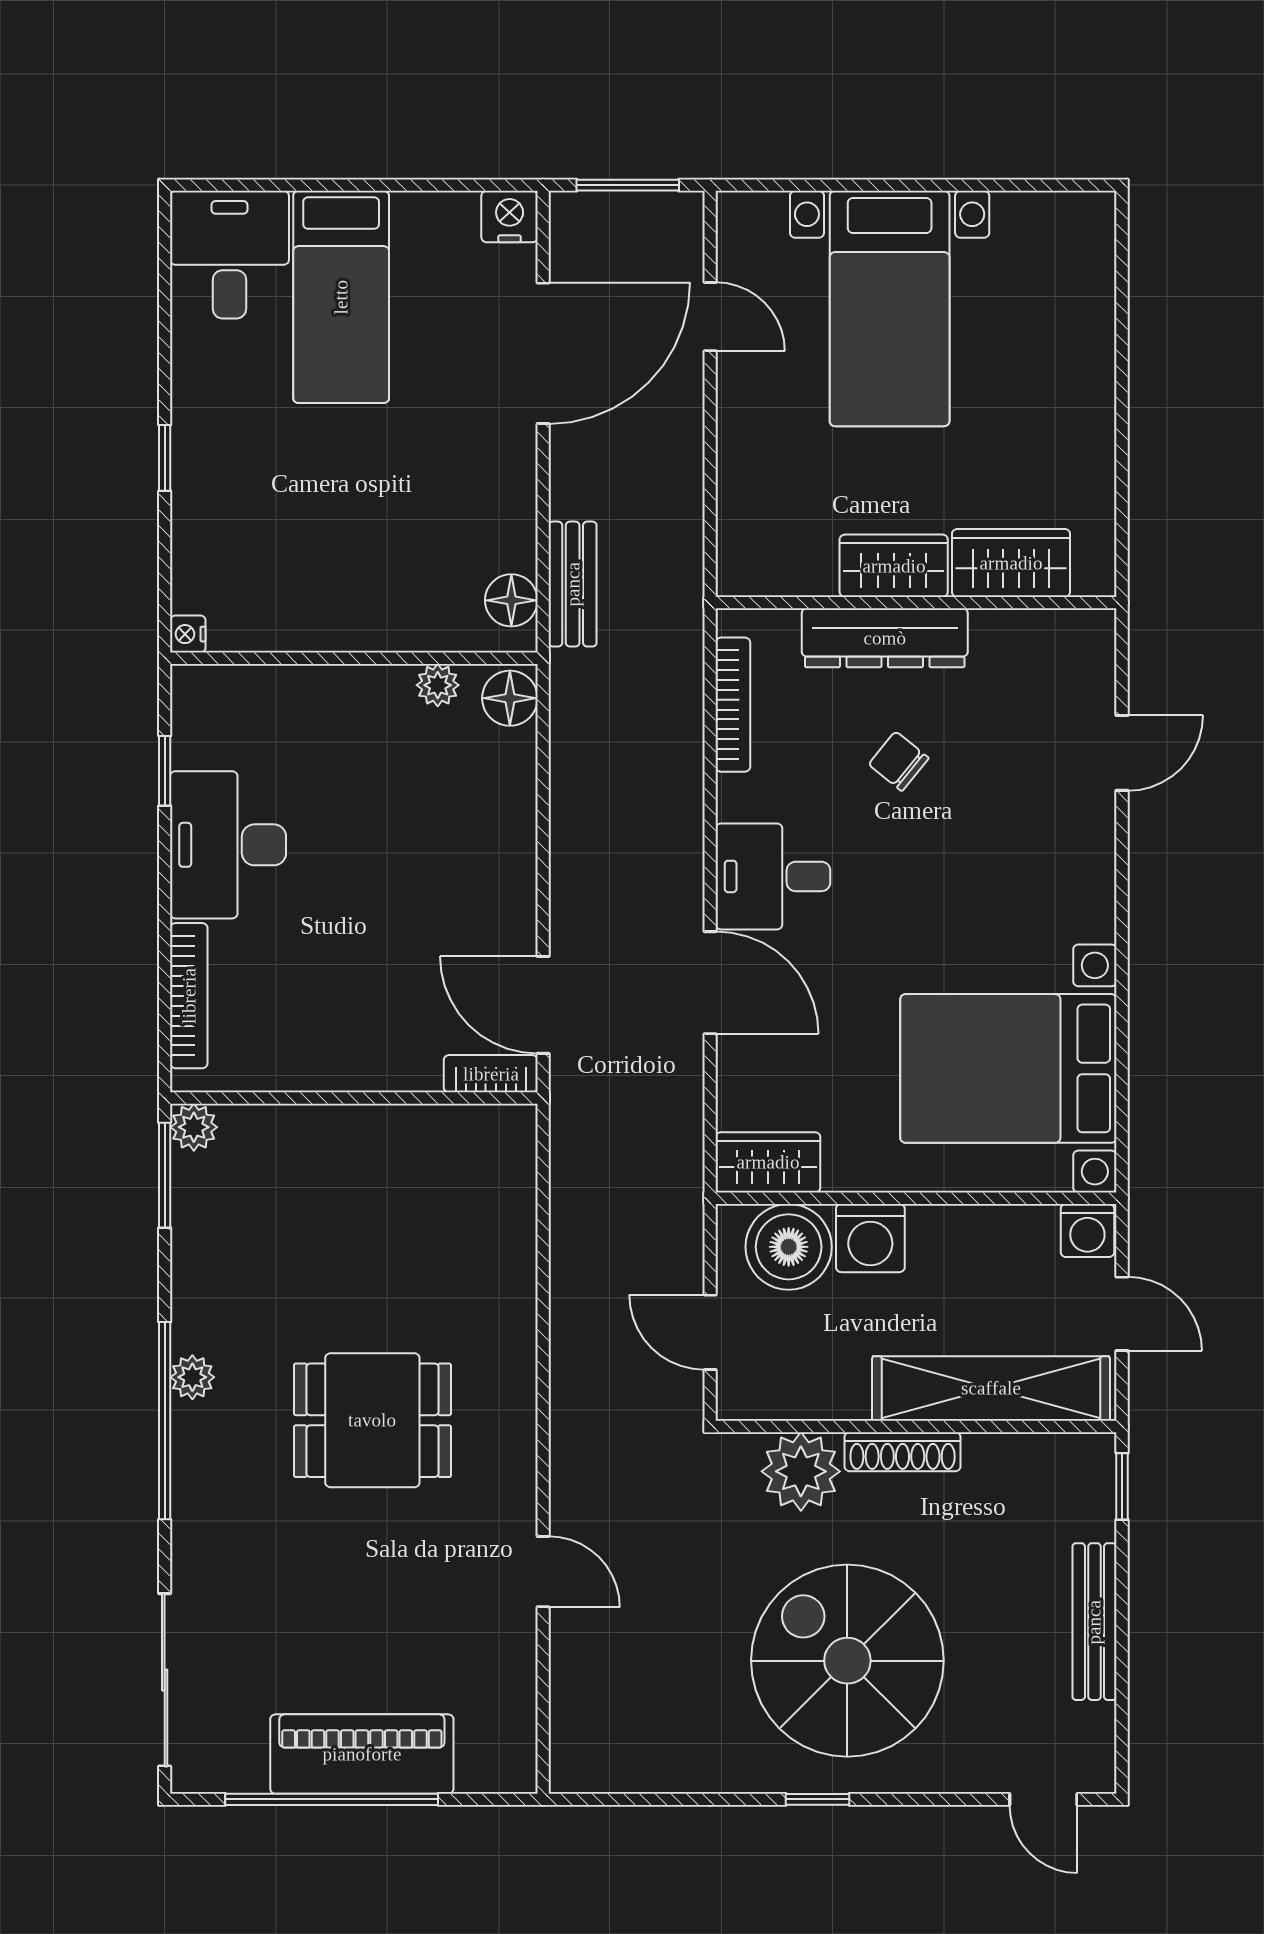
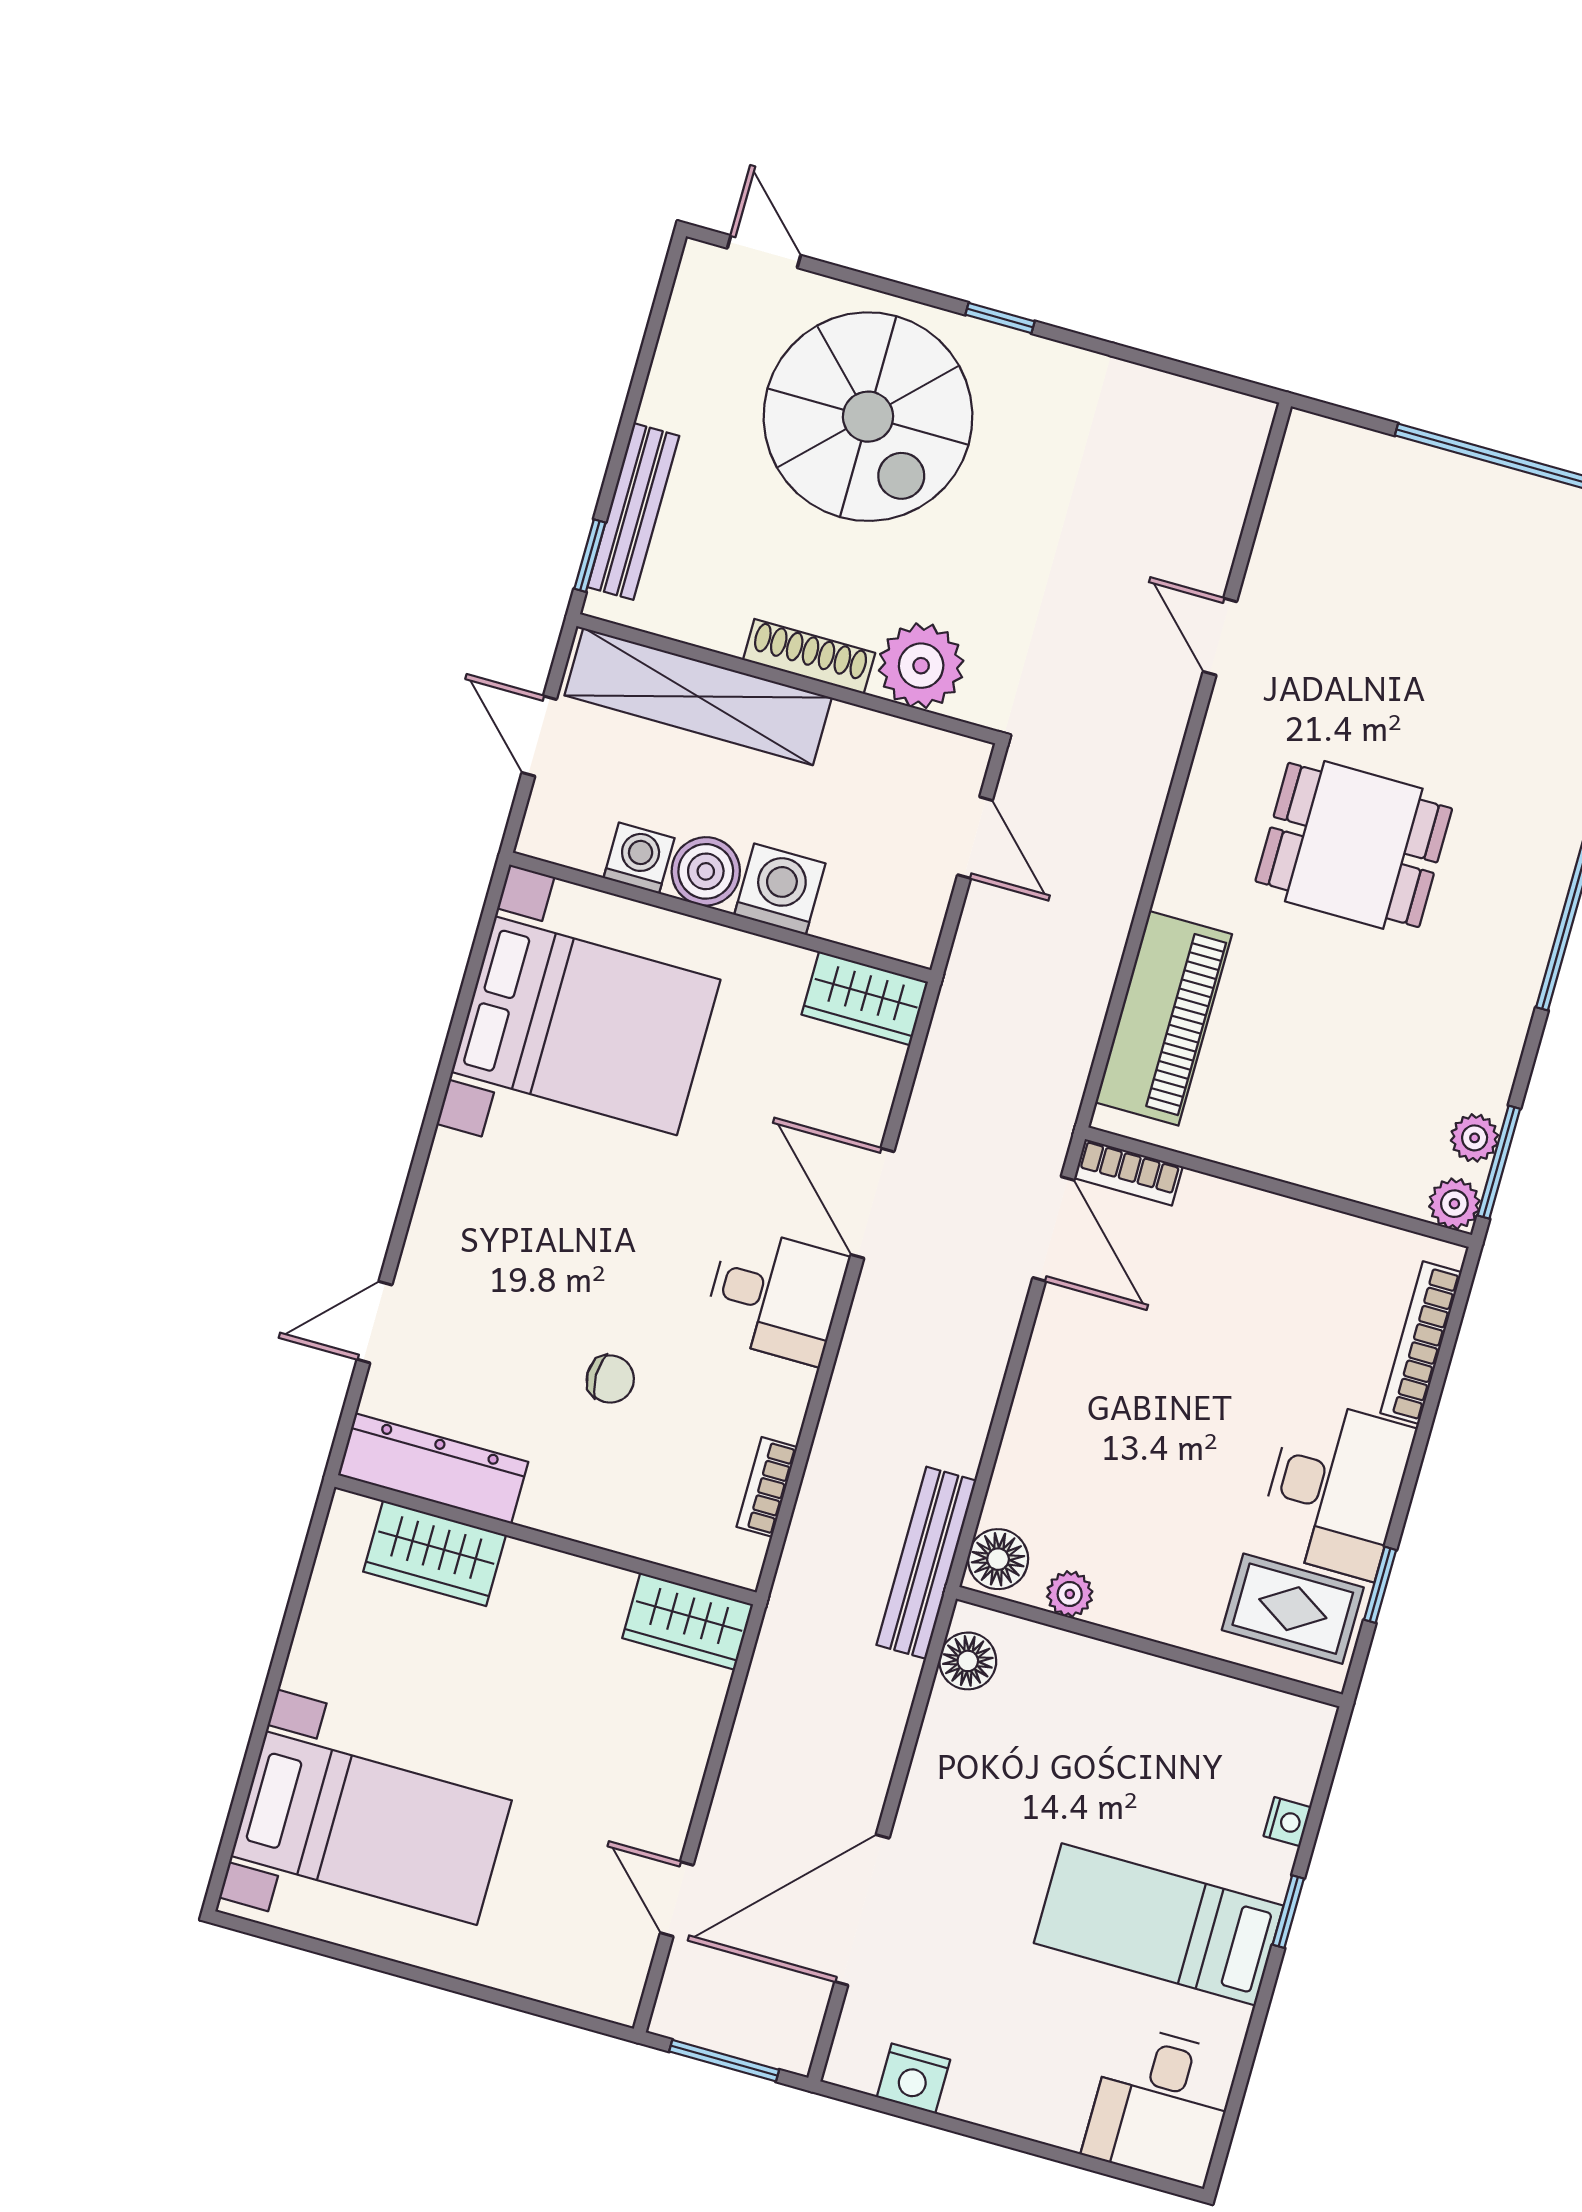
nightstand: (510, 217) -> (913, 2078), moved
bed: (341, 297) -> (1159, 1924), moved, turned -90
bed with nightstands: (890, 309) -> (371, 1828), moved, turned 90
wardrobe: (894, 566) -> (688, 1621), moved
bench: (573, 584) -> (926, 1563), moved, width x1.36
nightstand: (188, 634) -> (1287, 1822), moved
dresser: (885, 638) -> (433, 1468), moved
bookcase: (733, 705) -> (767, 1487), width x0.64
rug: (236, 728) -> (1293, 1609), added
chair: (899, 761) -> (610, 1379), turned -39
washing machine: (1087, 1230) -> (639, 858), moved
boiler: (789, 1247) -> (706, 871), moved, width x0.73, depth x0.73
plant: (192, 1377) -> (1475, 1138), moved
bench: (1094, 1622) -> (633, 511), moved
spiral stairs: (847, 1661) -> (868, 417), moved
piano: (362, 1754) -> (1164, 1018), moved, turned -90

